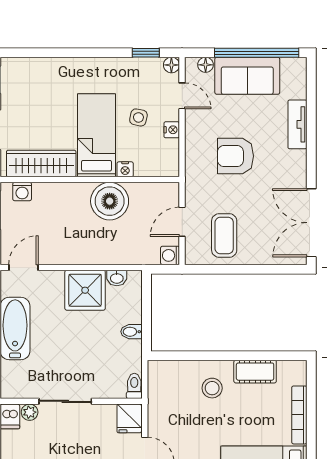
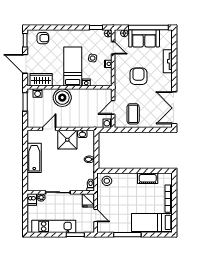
armchair: (33, 75) -> (43, 38), added
armchair: (235, 156) -> (138, 76), turned 90
wardrobe: (41, 164) -> (41, 80), width x0.67
boiler: (110, 201) -> (62, 98), moved
door: (23, 267) -> (49, 129), moved
stool: (212, 388) -> (107, 181), moved

